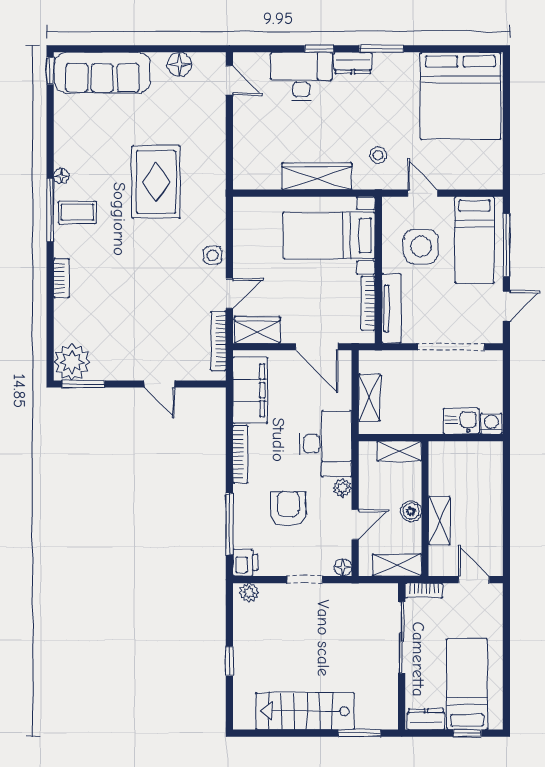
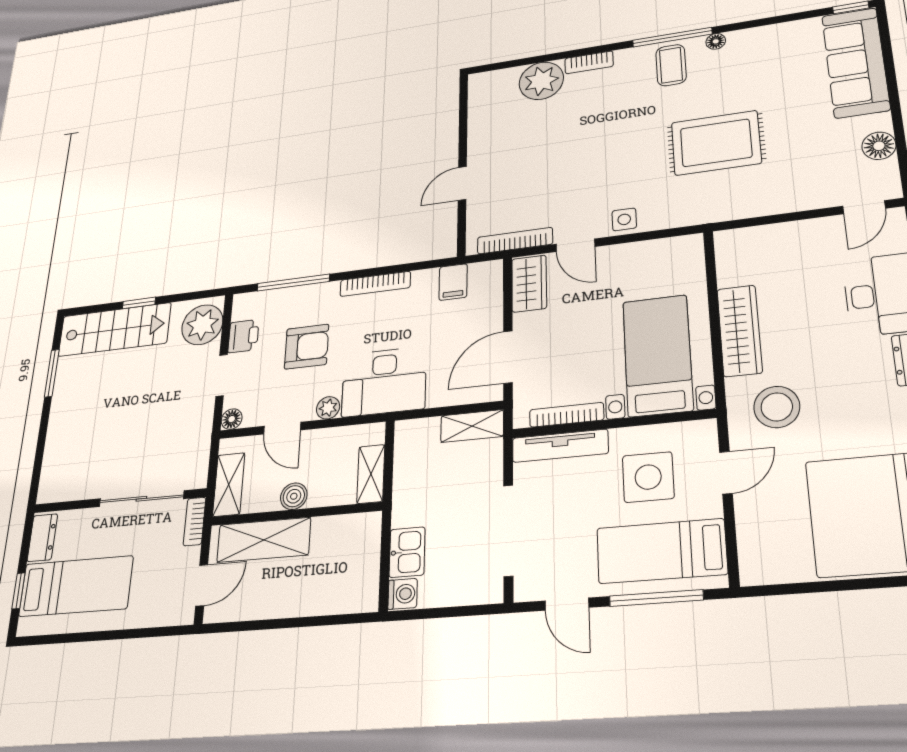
stool: (378, 155) -> (777, 407), width x1.89, depth x1.89
plant: (72, 362) -> (541, 81), moved
window: (83, 384) -> (463, 105), removed
filing cabinet: (250, 390) -> (453, 282), width x0.33, depth x0.86
shelving: (369, 398) -> (472, 426), moved
shelving: (439, 521) -> (264, 540), width x1.50, depth x1.33
printer: (245, 563) -> (243, 336), moved, turned -90
plant: (249, 593) -> (202, 325), width x1.88, depth x1.88
stairs: (305, 711) -> (114, 330), moved, turned 90
window: (360, 733) -> (52, 373), moved

